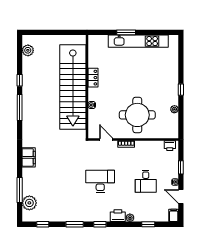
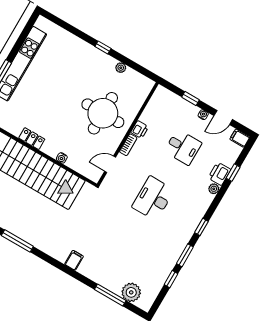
printer: (170, 146) -> (140, 130), moved
filing cabinet: (29, 157) -> (74, 260), width x0.50
printer: (118, 216) -> (219, 174), moved
window: (43, 224) -> (171, 279), moved

